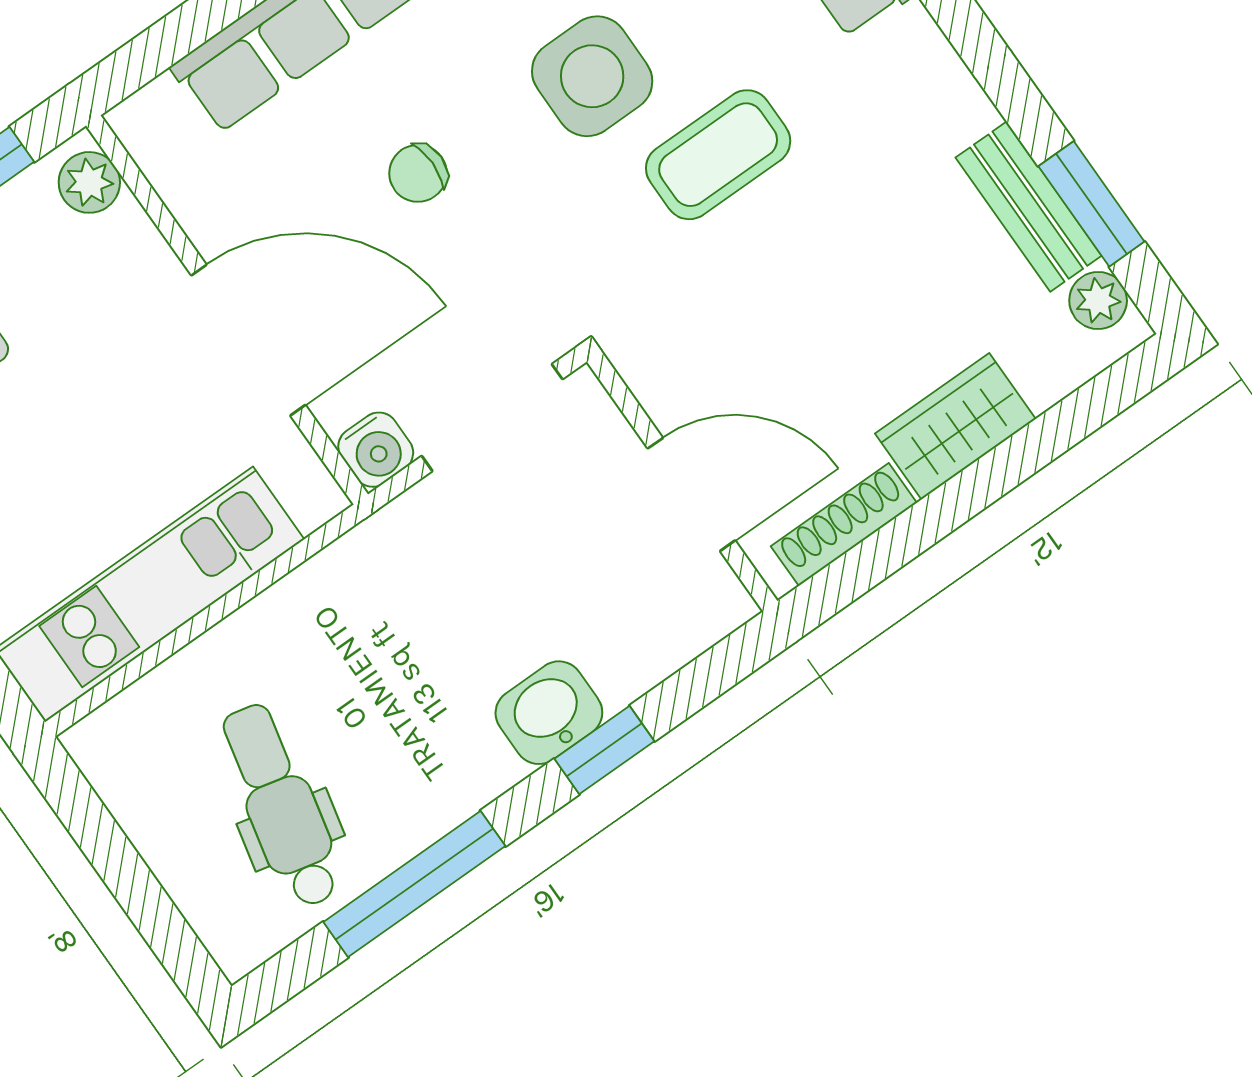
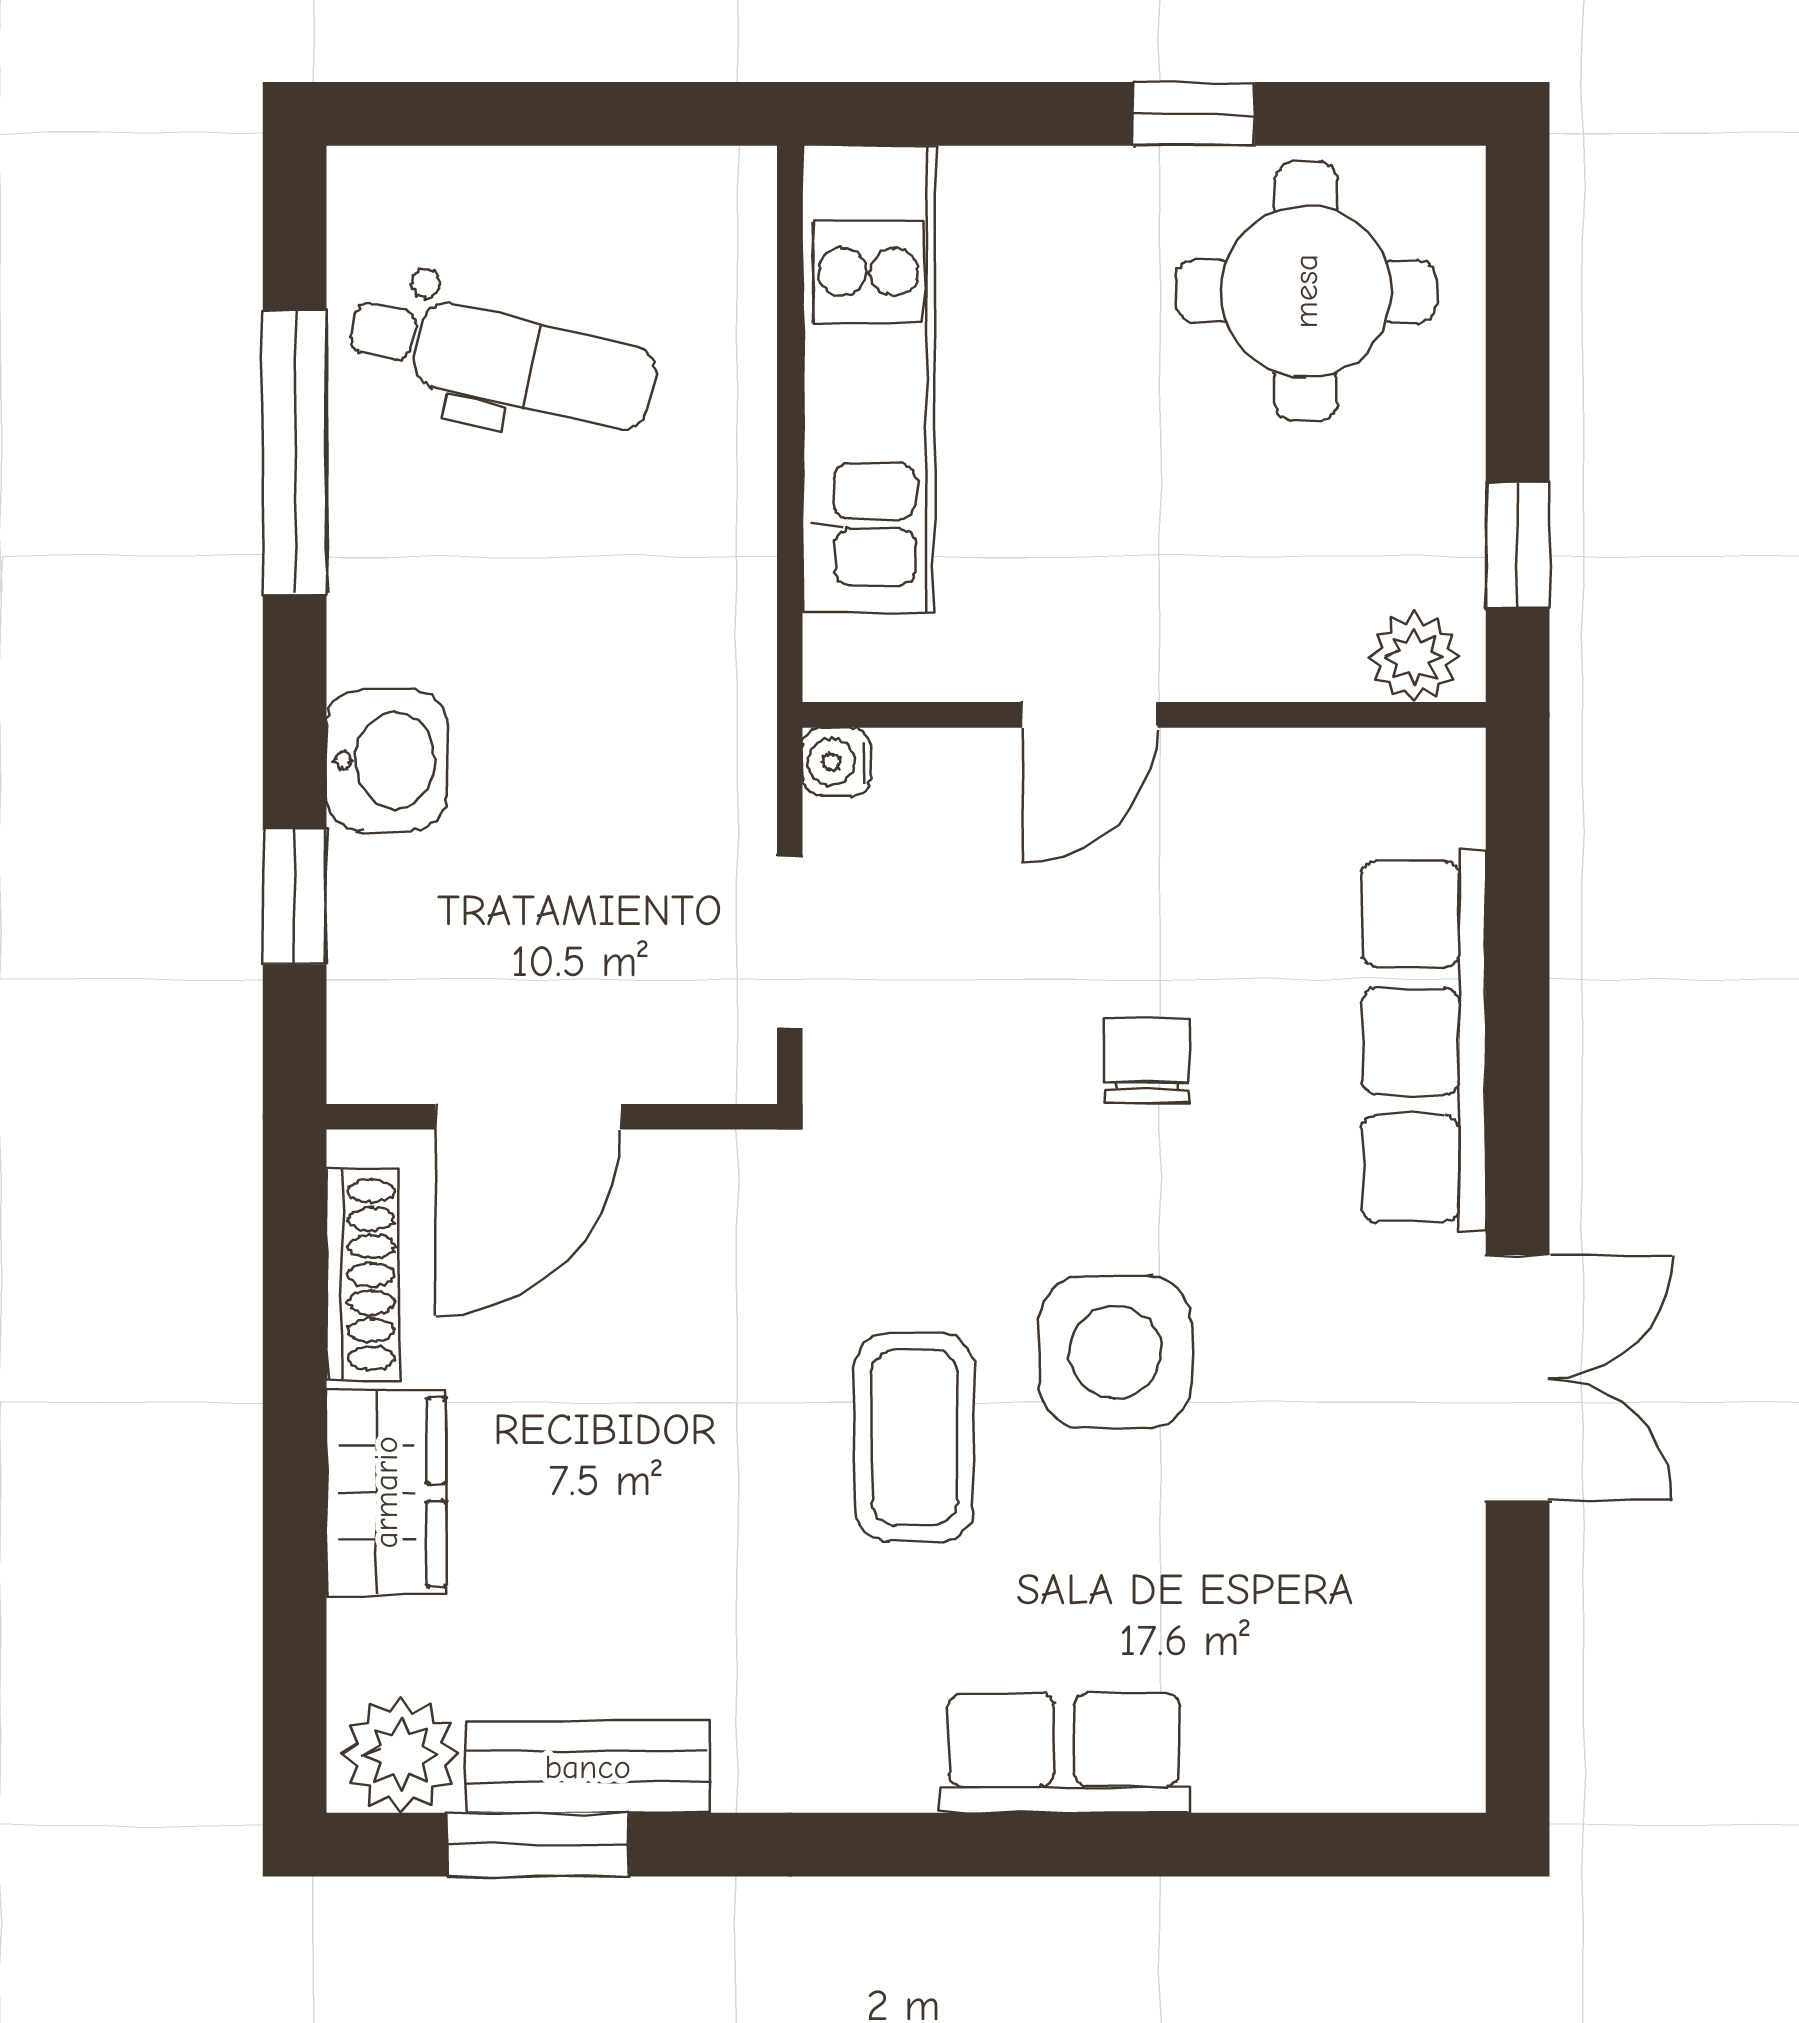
plant: (1098, 300) -> (401, 1755), width x1.38, depth x1.38
door: (248, 340) -> (1090, 715), width x0.53
doorway: (492, 418) -> (790, 942), width x0.73
water cooler: (376, 450) -> (837, 762), width x0.72, depth x0.72
window: (604, 750) -> (295, 896), moved

